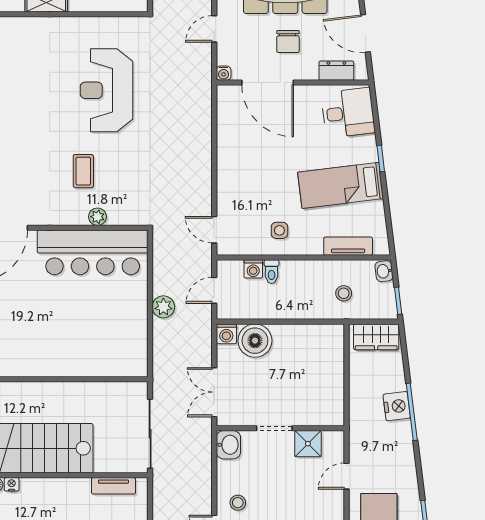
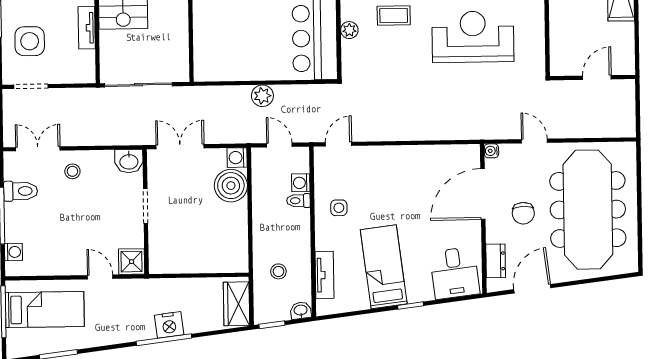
chair: (288, 41) -> (523, 213), turned -92
shower: (308, 444) -> (132, 262), moved
tv unit: (113, 486) -> (87, 28), moved

